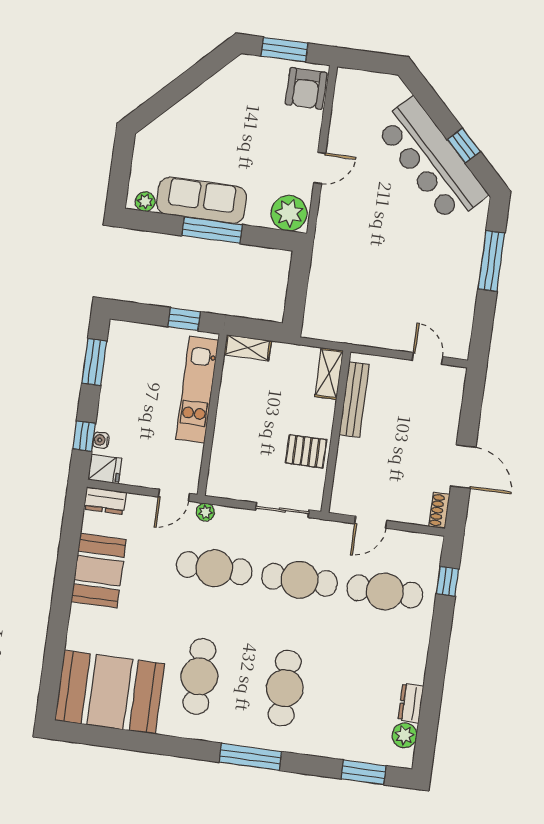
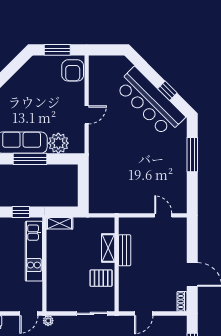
plant: (289, 213) -> (58, 143), moved
shelving: (329, 374) -> (108, 248), moved
bench: (354, 399) -> (125, 250), width x0.73

